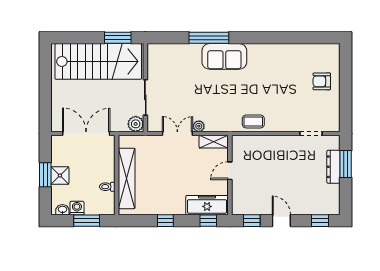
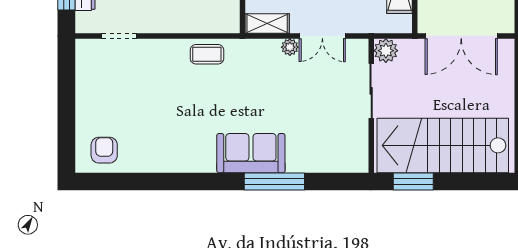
armchair: (322, 81) -> (104, 150), moved, turned -90

